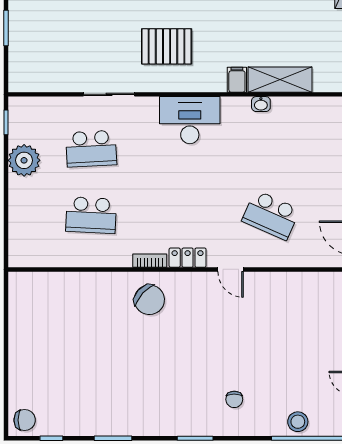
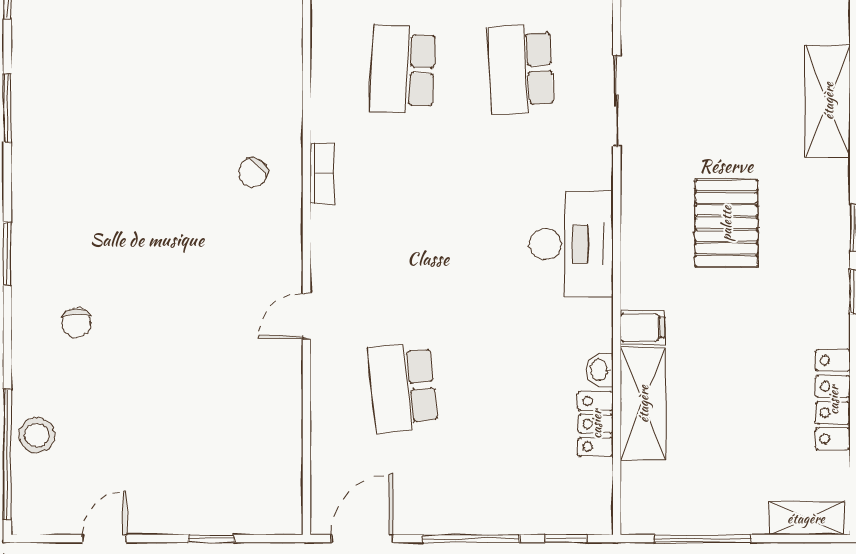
pallet: (167, 46) -> (726, 223), moved
school desk: (271, 215) -> (403, 388), turned -30
locker: (188, 258) -> (596, 424), moved, turned 180
chair: (149, 300) -> (253, 172), width x0.54, depth x0.54
chair: (234, 399) -> (76, 323), turned -92

